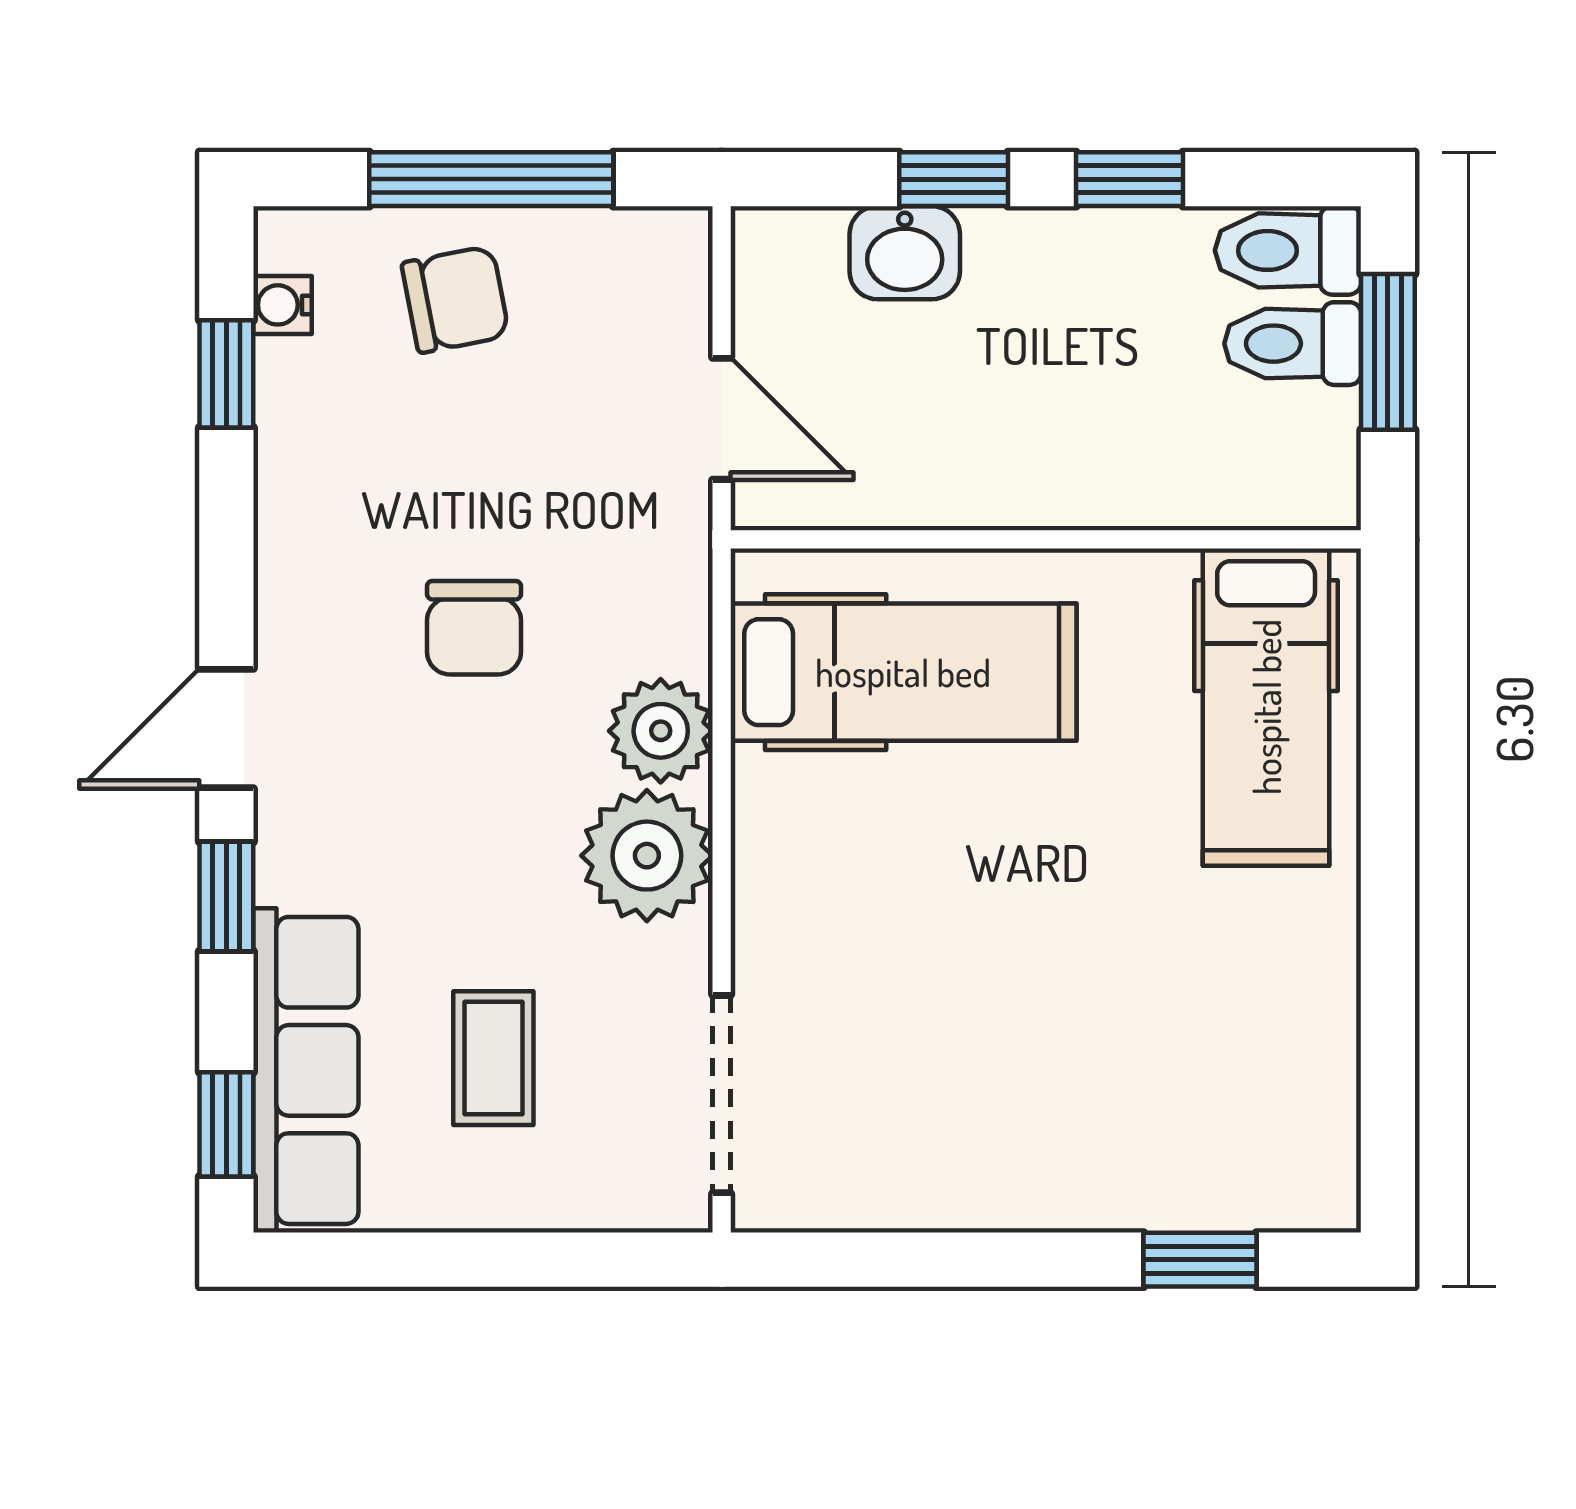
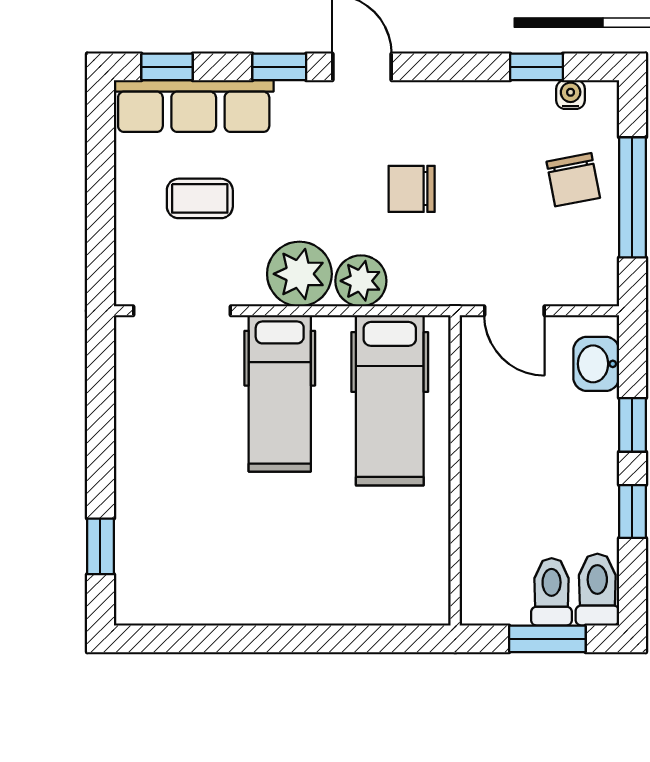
washbasin: (905, 253) -> (596, 364), moved
door: (722, 419) -> (514, 311), hinge flipped
hospital bed: (1266, 707) -> (280, 393), moved, turned -90

